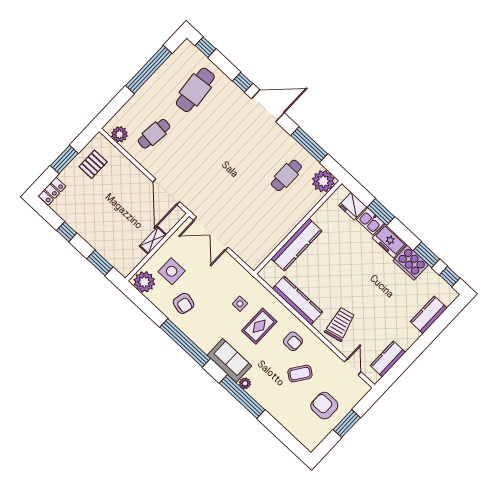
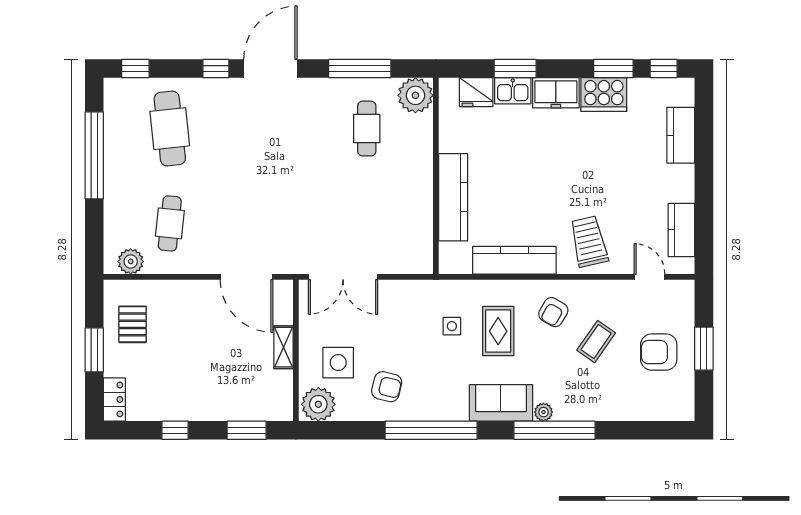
armchair: (293, 341) -> (553, 312), turned 120

